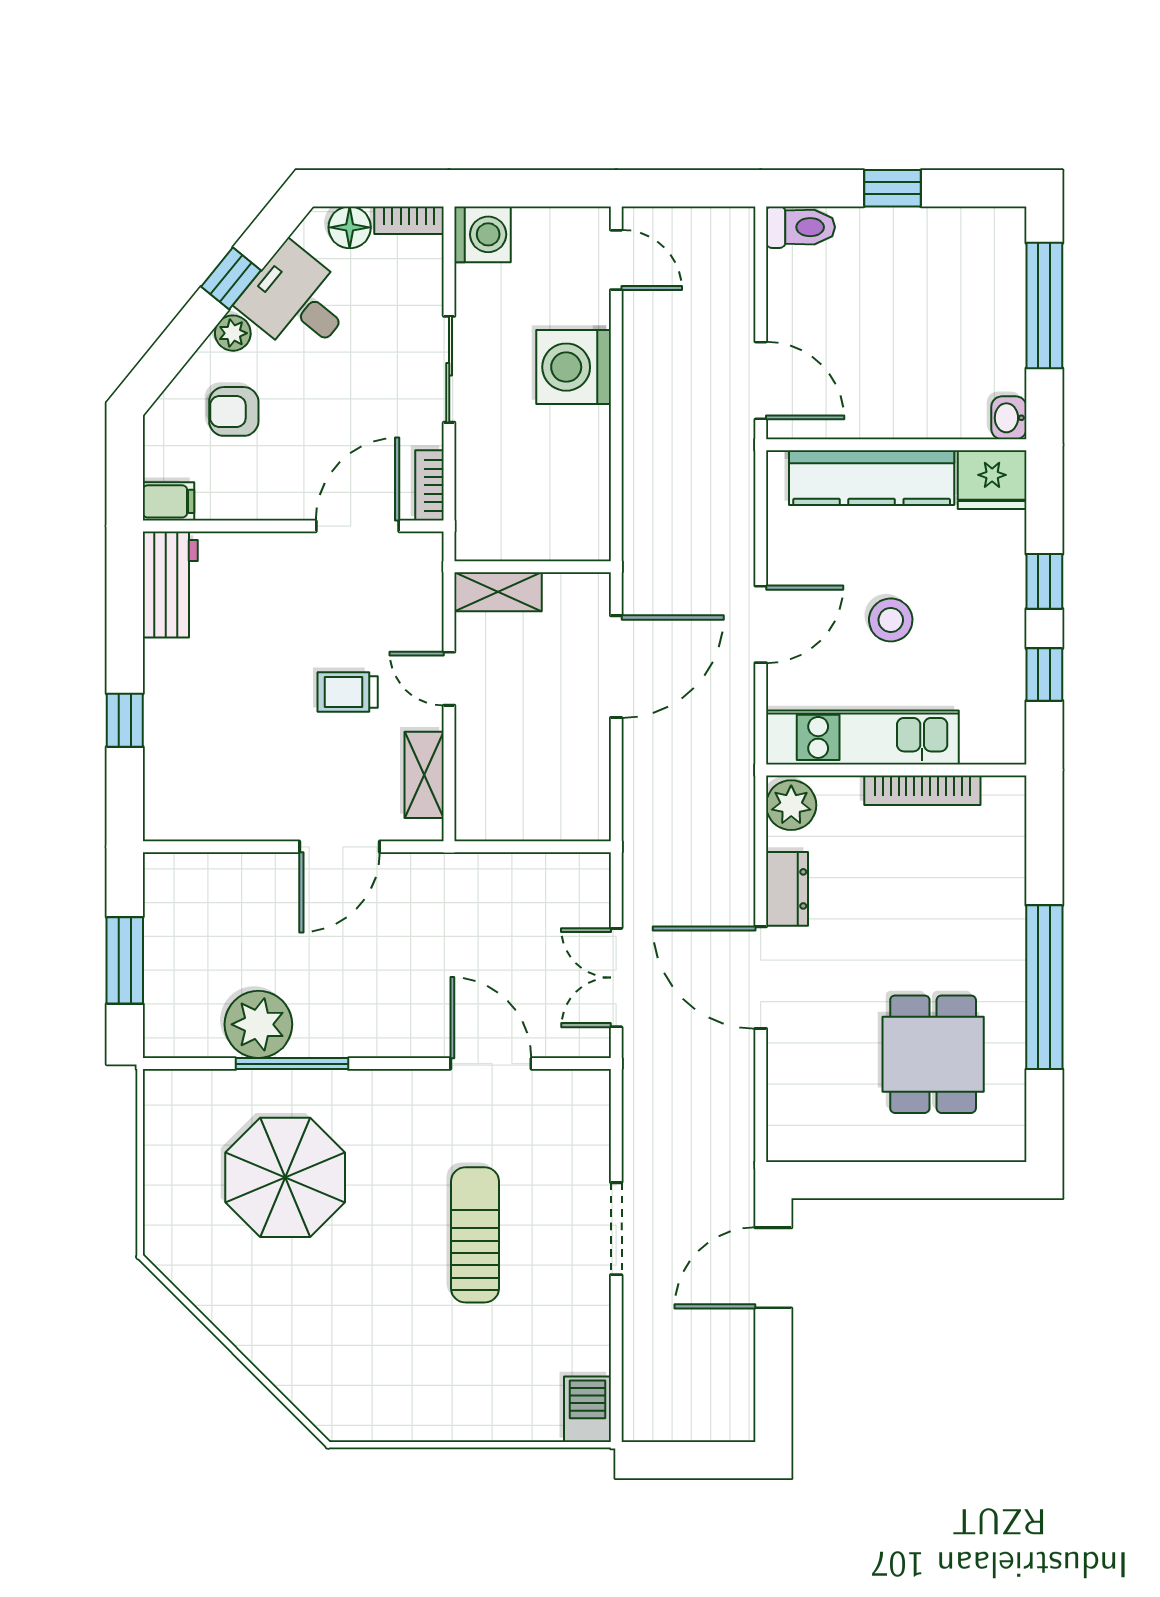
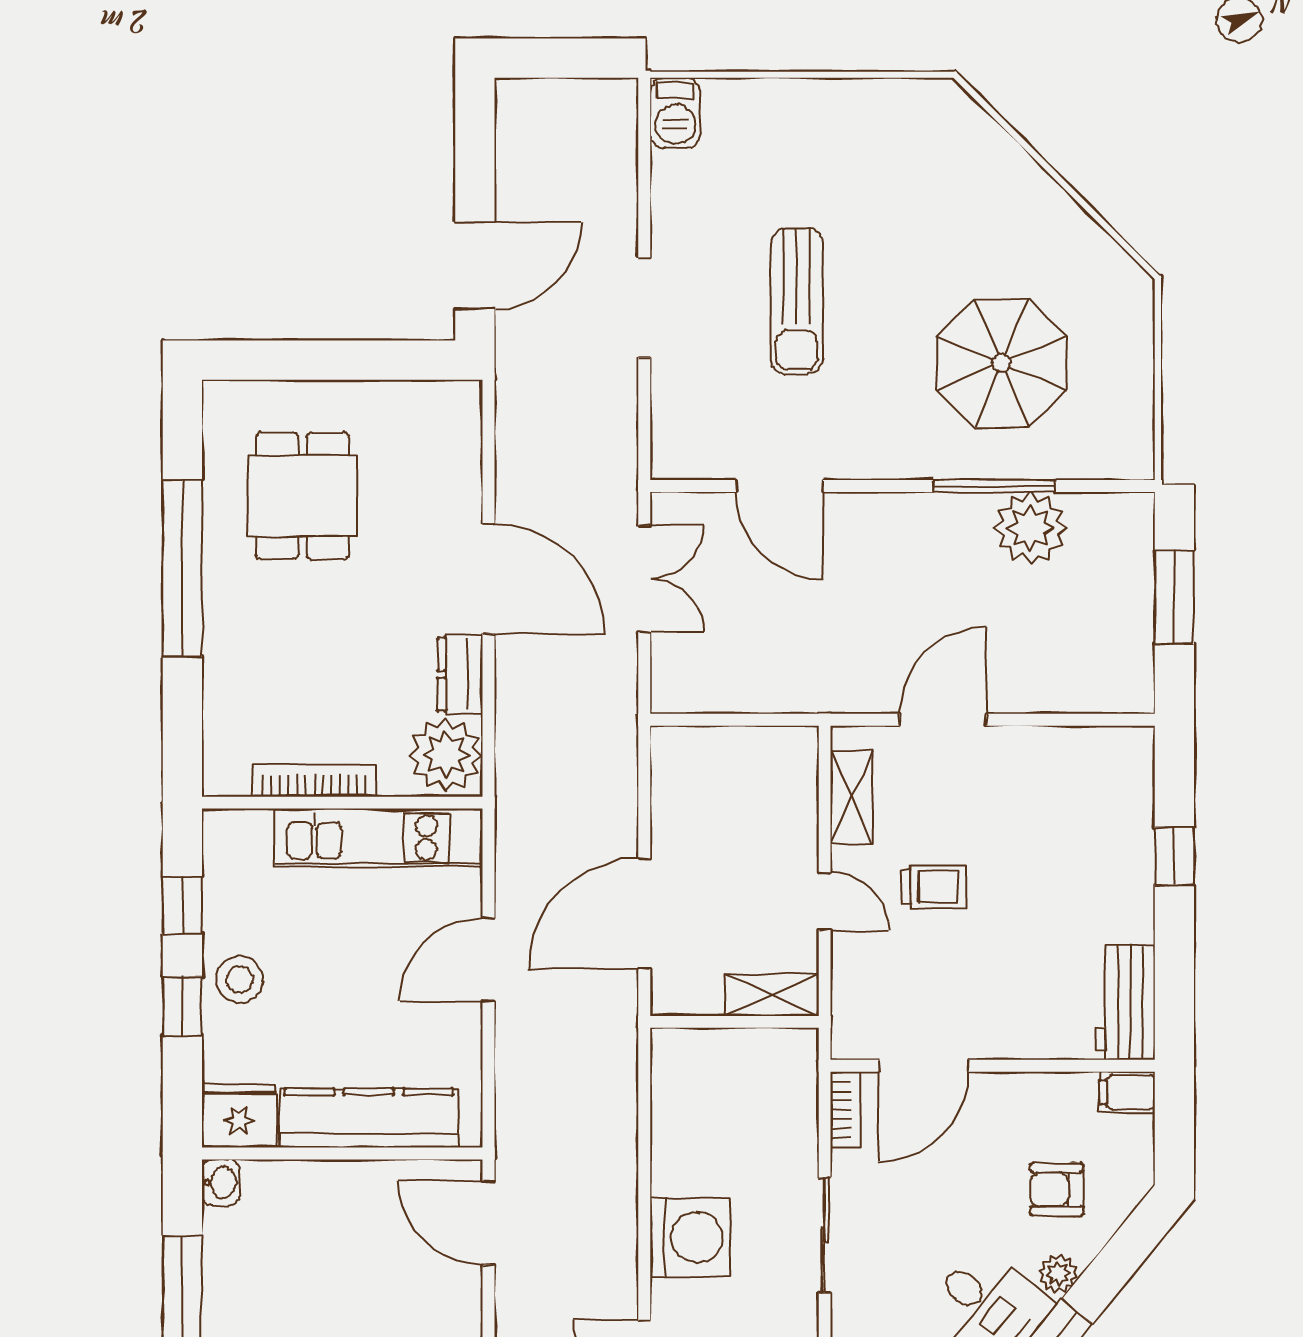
armchair: (234, 411) -> (1057, 1189), turned 180
stool: (891, 620) -> (240, 979), moved
plant: (791, 805) -> (446, 755), width x1.36, depth x1.36

